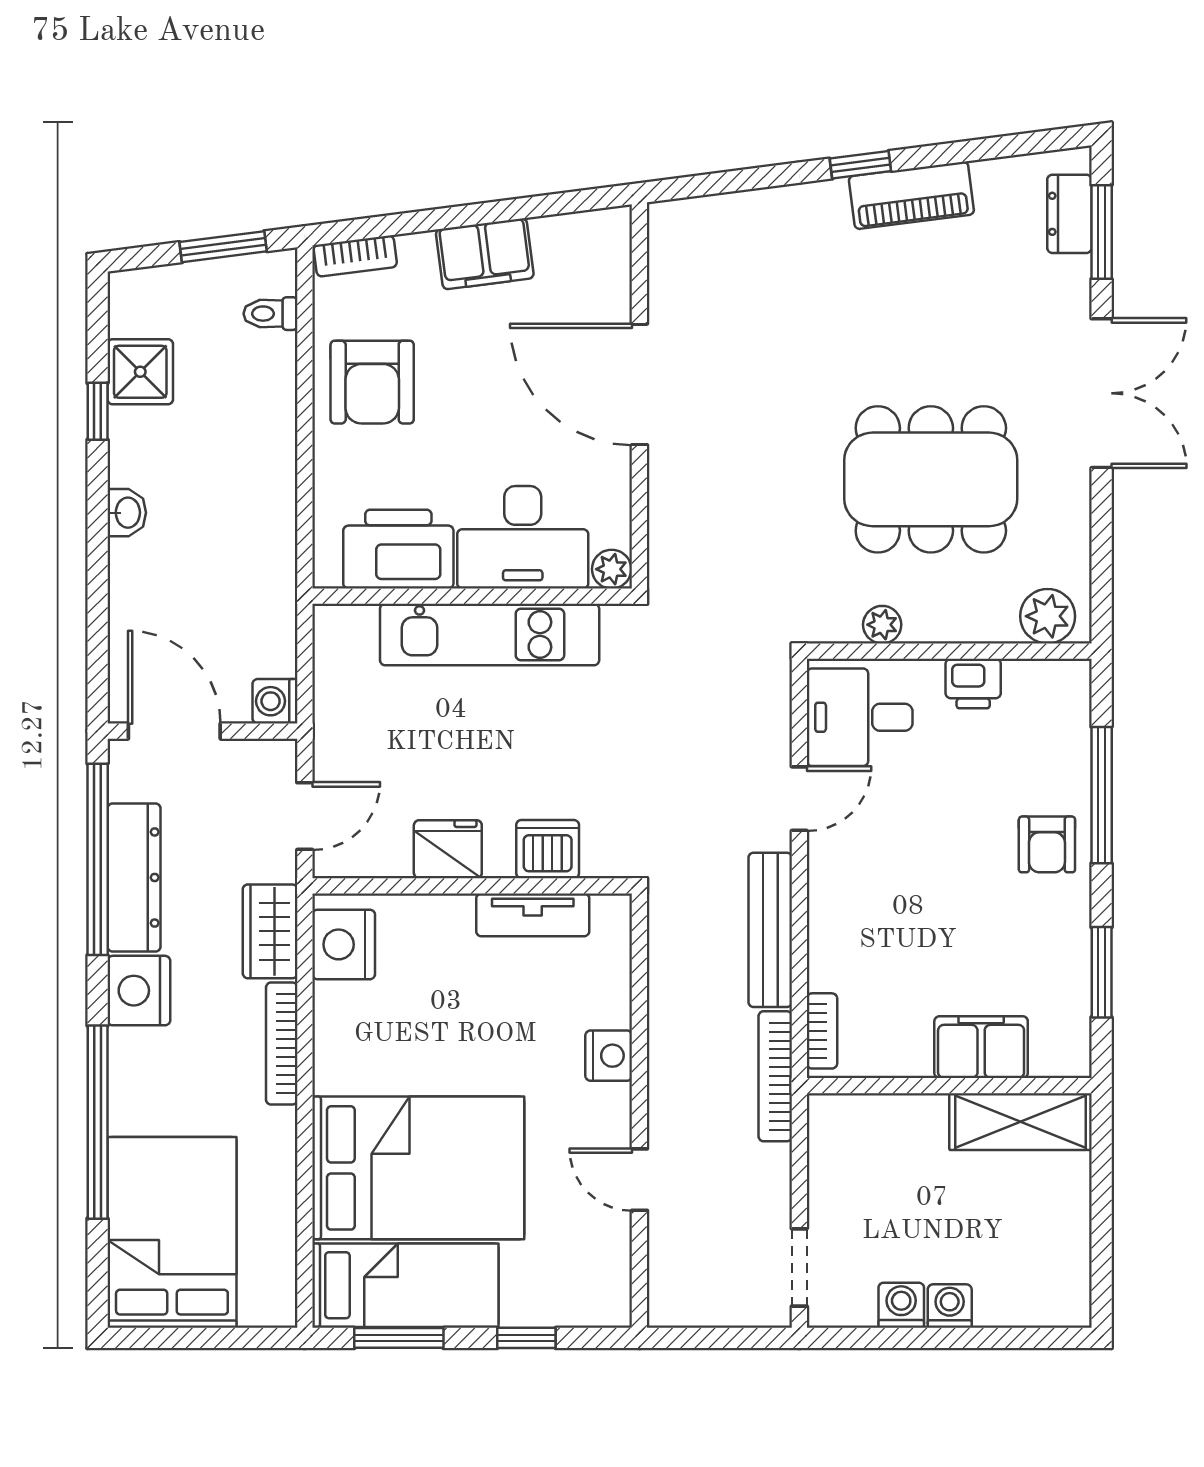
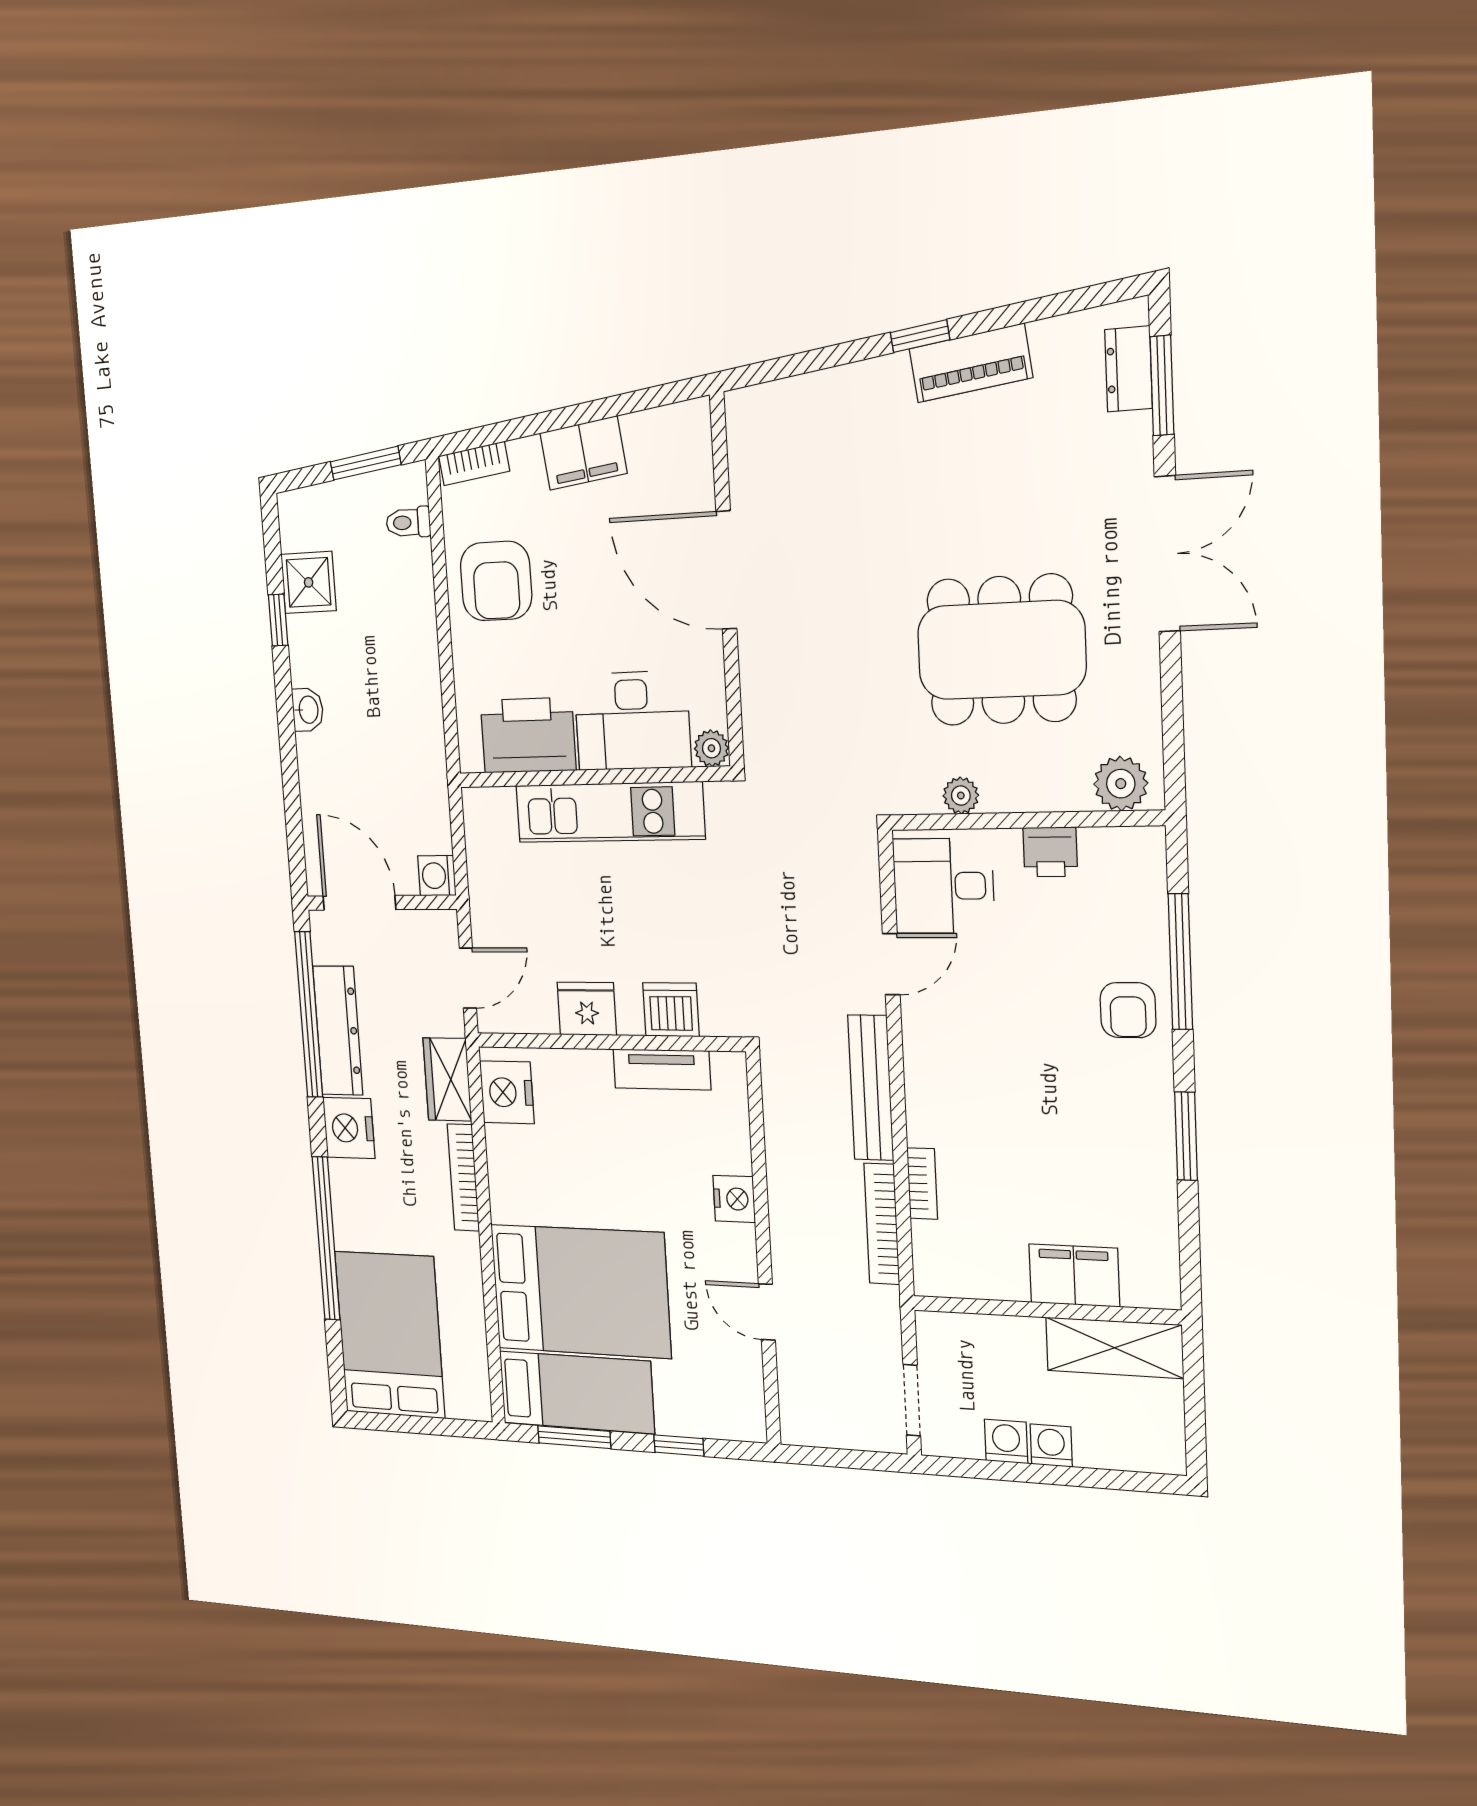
filing cabinet: (981, 1047) -> (1074, 1275), moved
wall: (949, 1086) -> (1045, 1310), moved
shelving: (1020, 1122) -> (1114, 1348), moved

